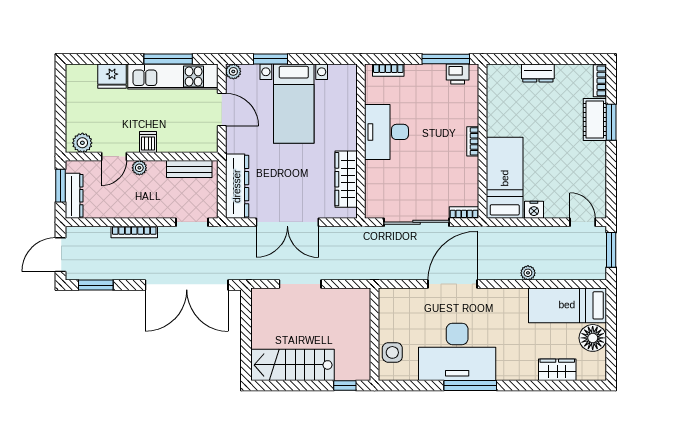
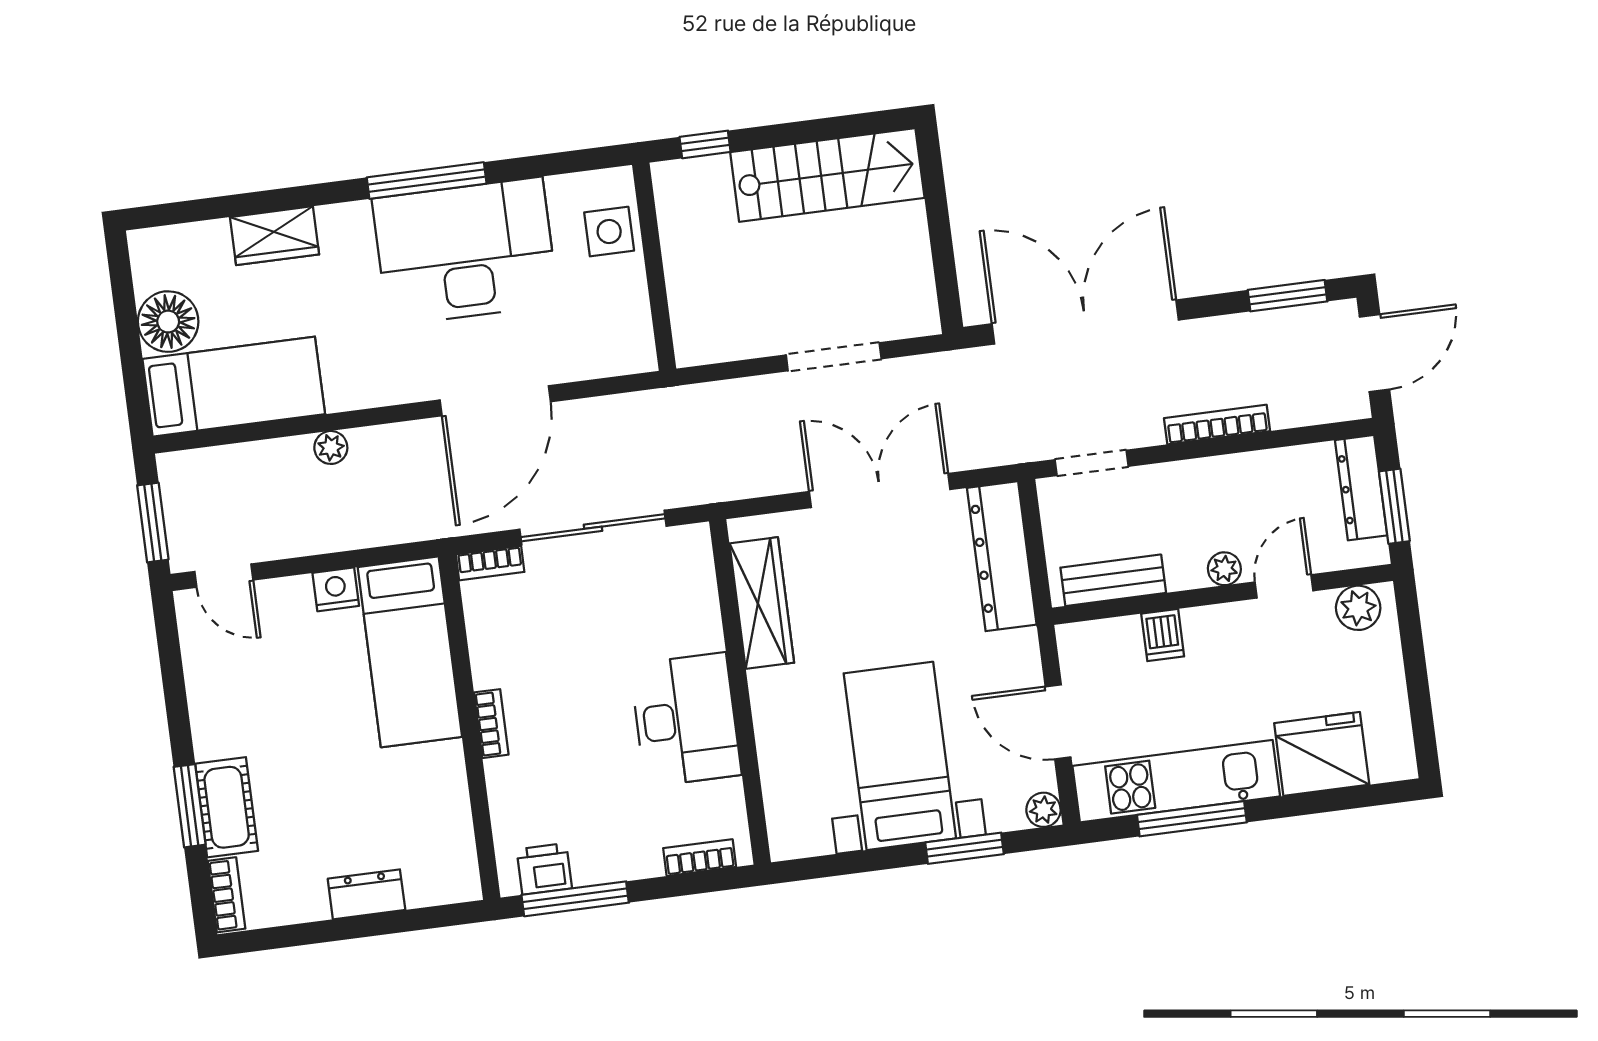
fridge: (112, 76) -> (1322, 754), width x1.36, depth x1.34
dishwasher: (148, 142) -> (1163, 635), moved
wardrobe: (557, 370) -> (275, 236), moved

